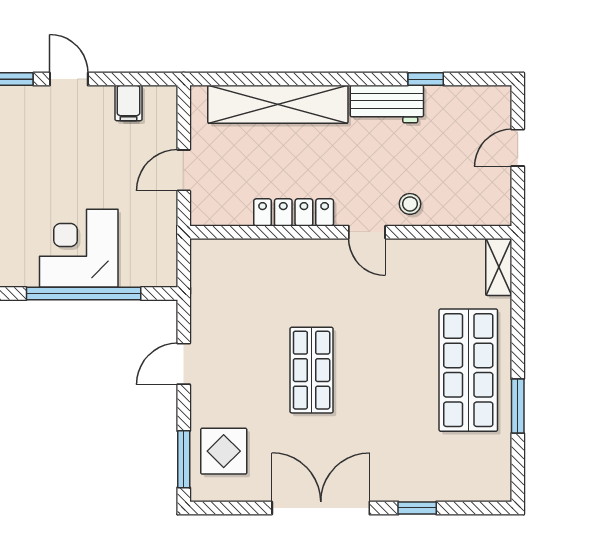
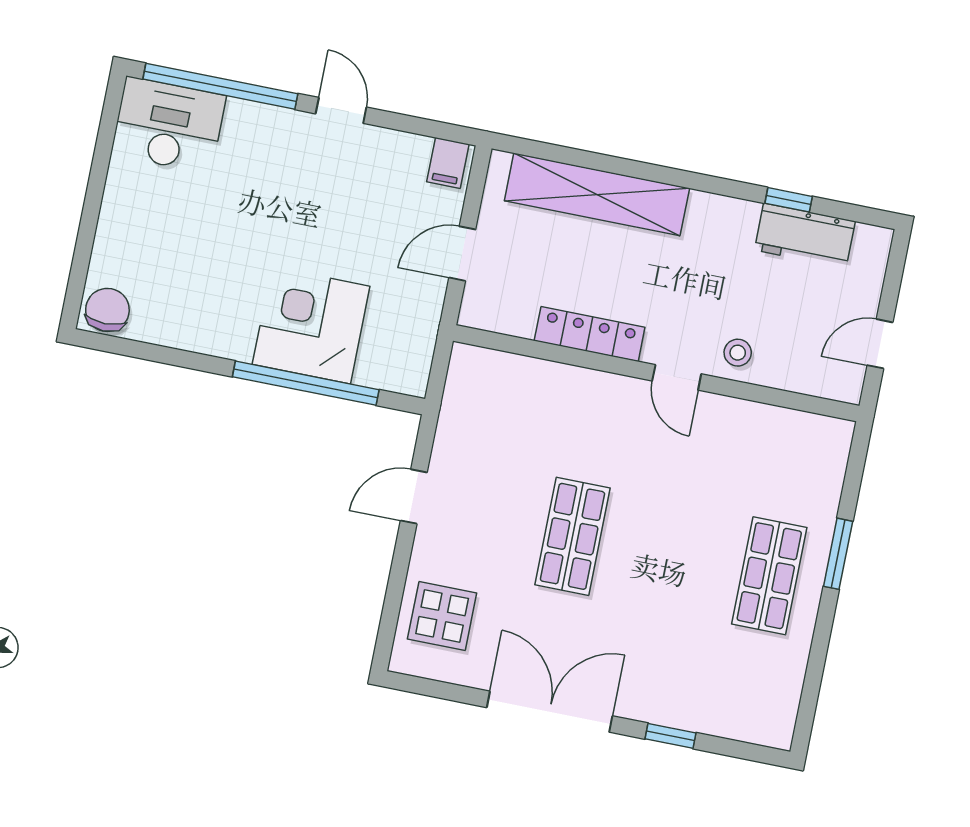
filing cabinet: (128, 103) -> (448, 163), moved
workbench: (387, 104) -> (805, 236), moved
door: (518, 148) -> (880, 344), moved
shelving: (499, 267) -> (833, 454), removed
shop shelf: (468, 370) -> (769, 576), width x0.70, depth x0.74
window: (518, 406) -> (838, 554), moved
window: (184, 459) -> (390, 616), removed

